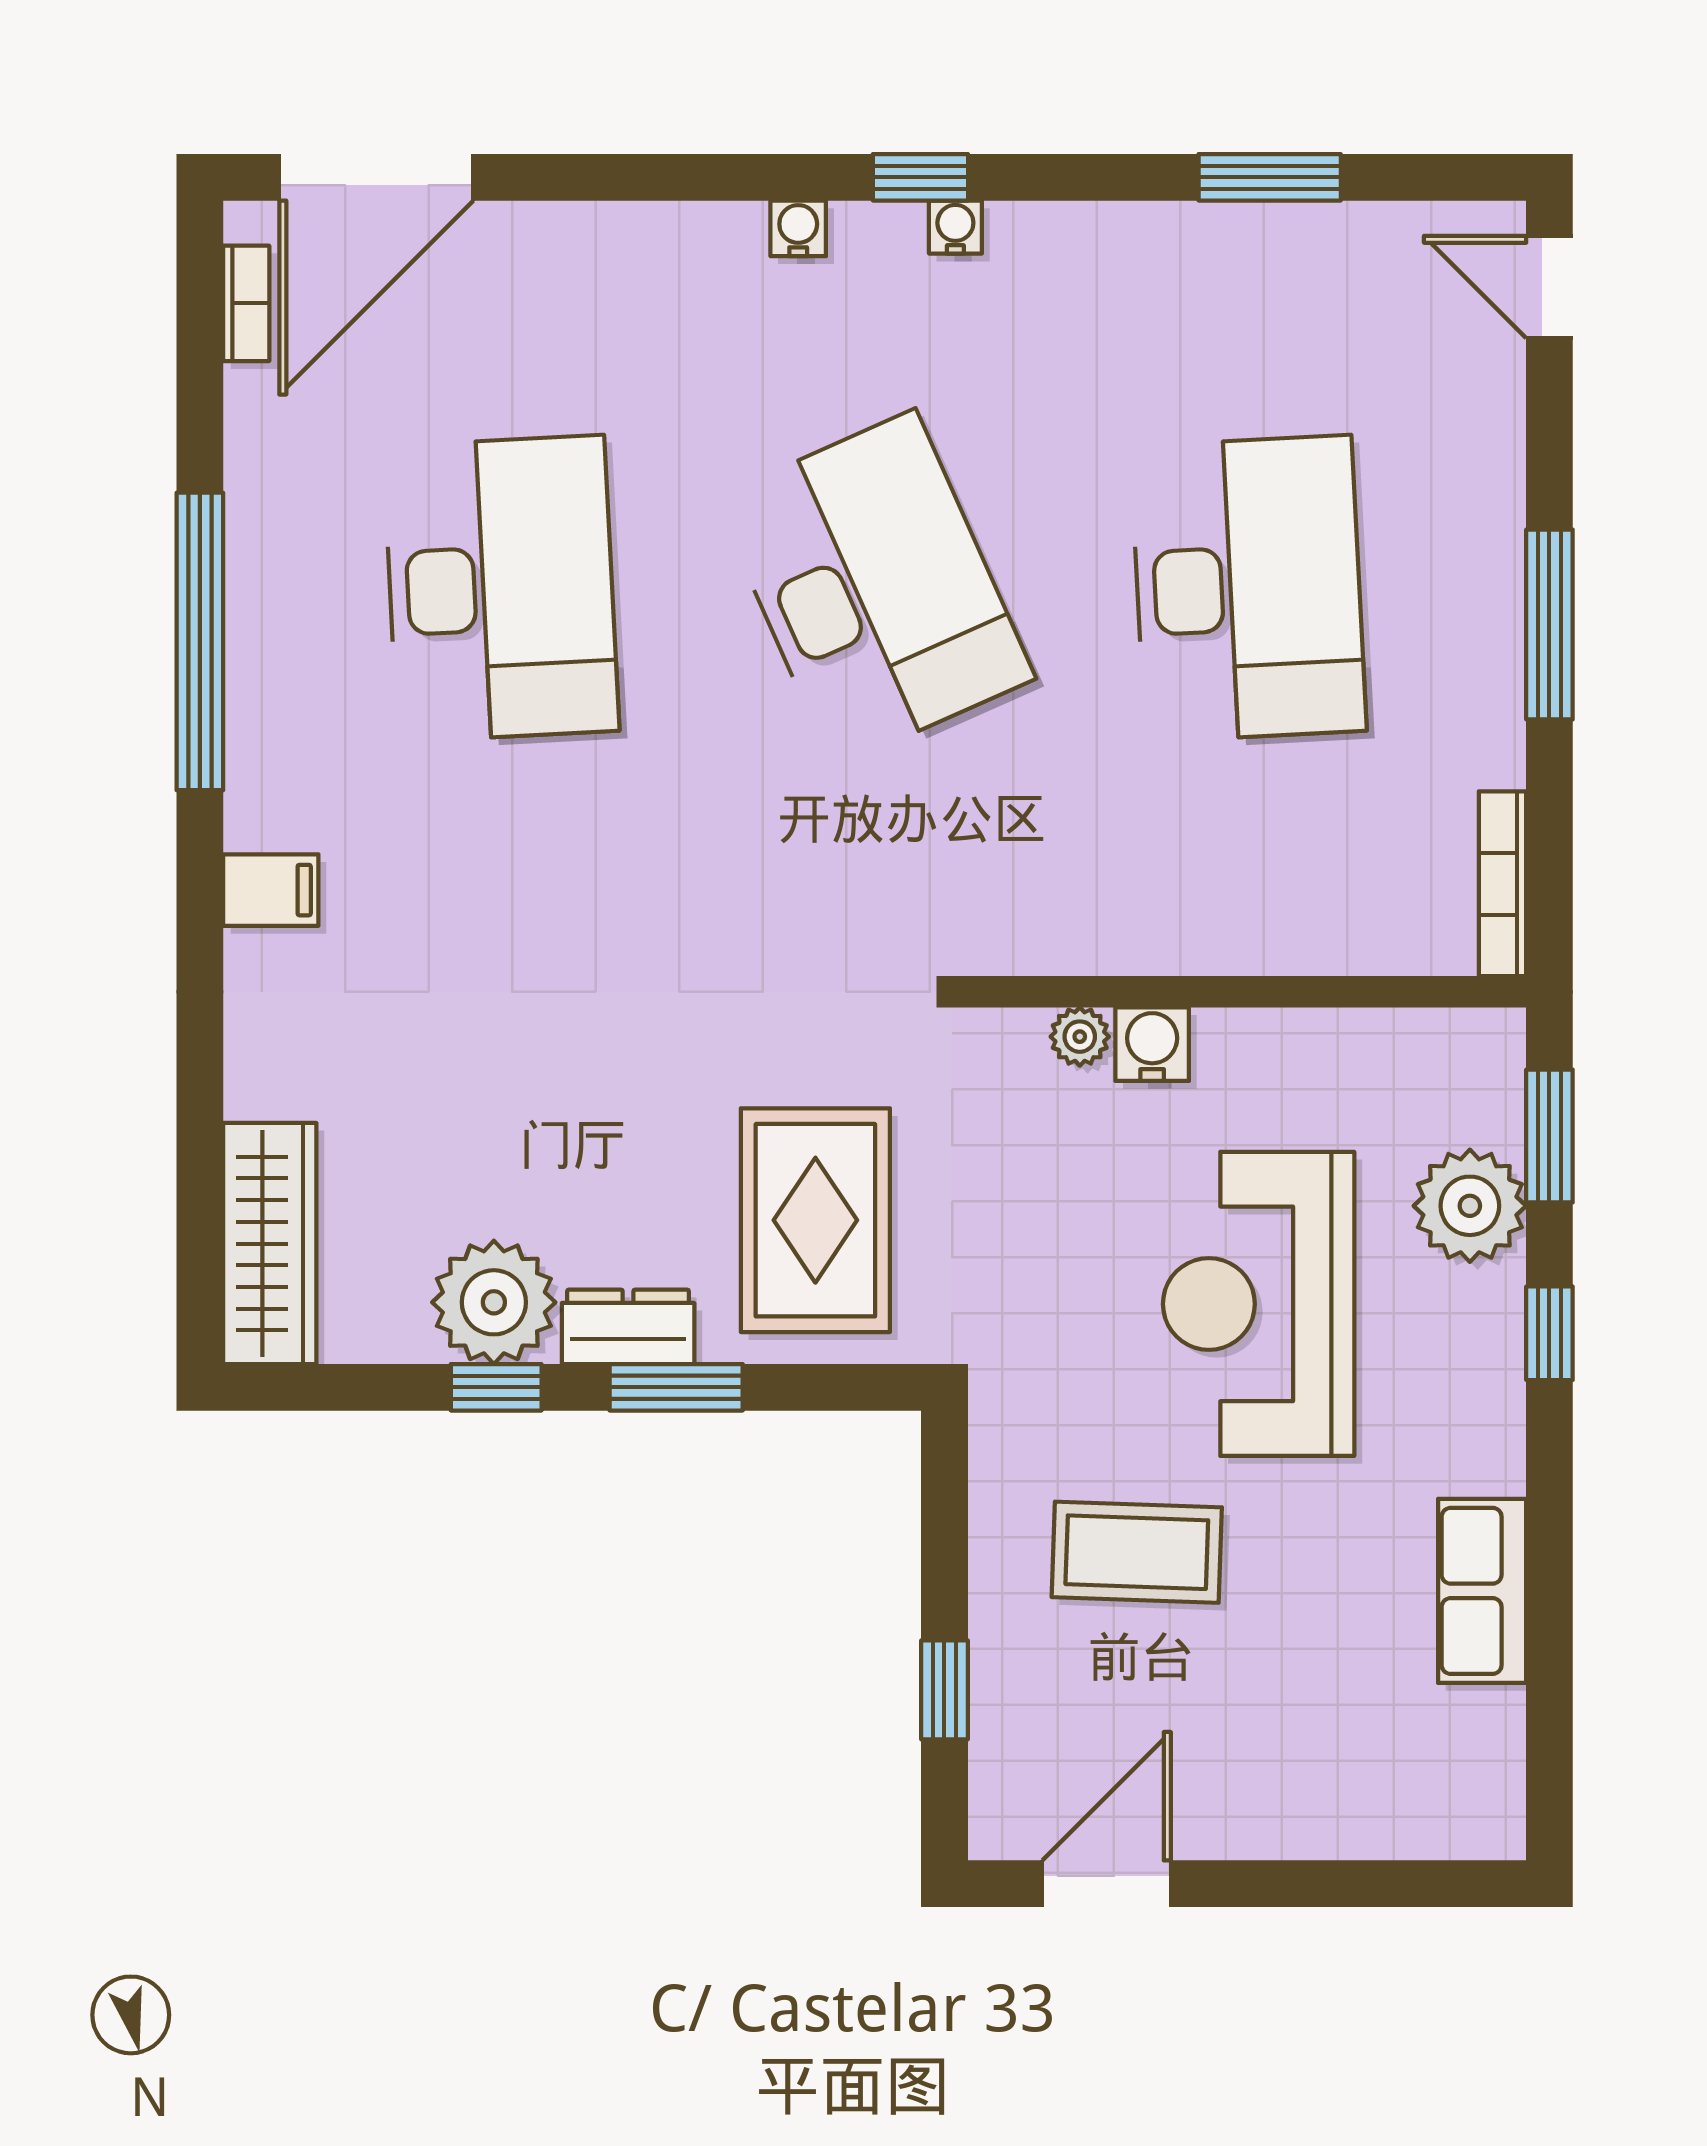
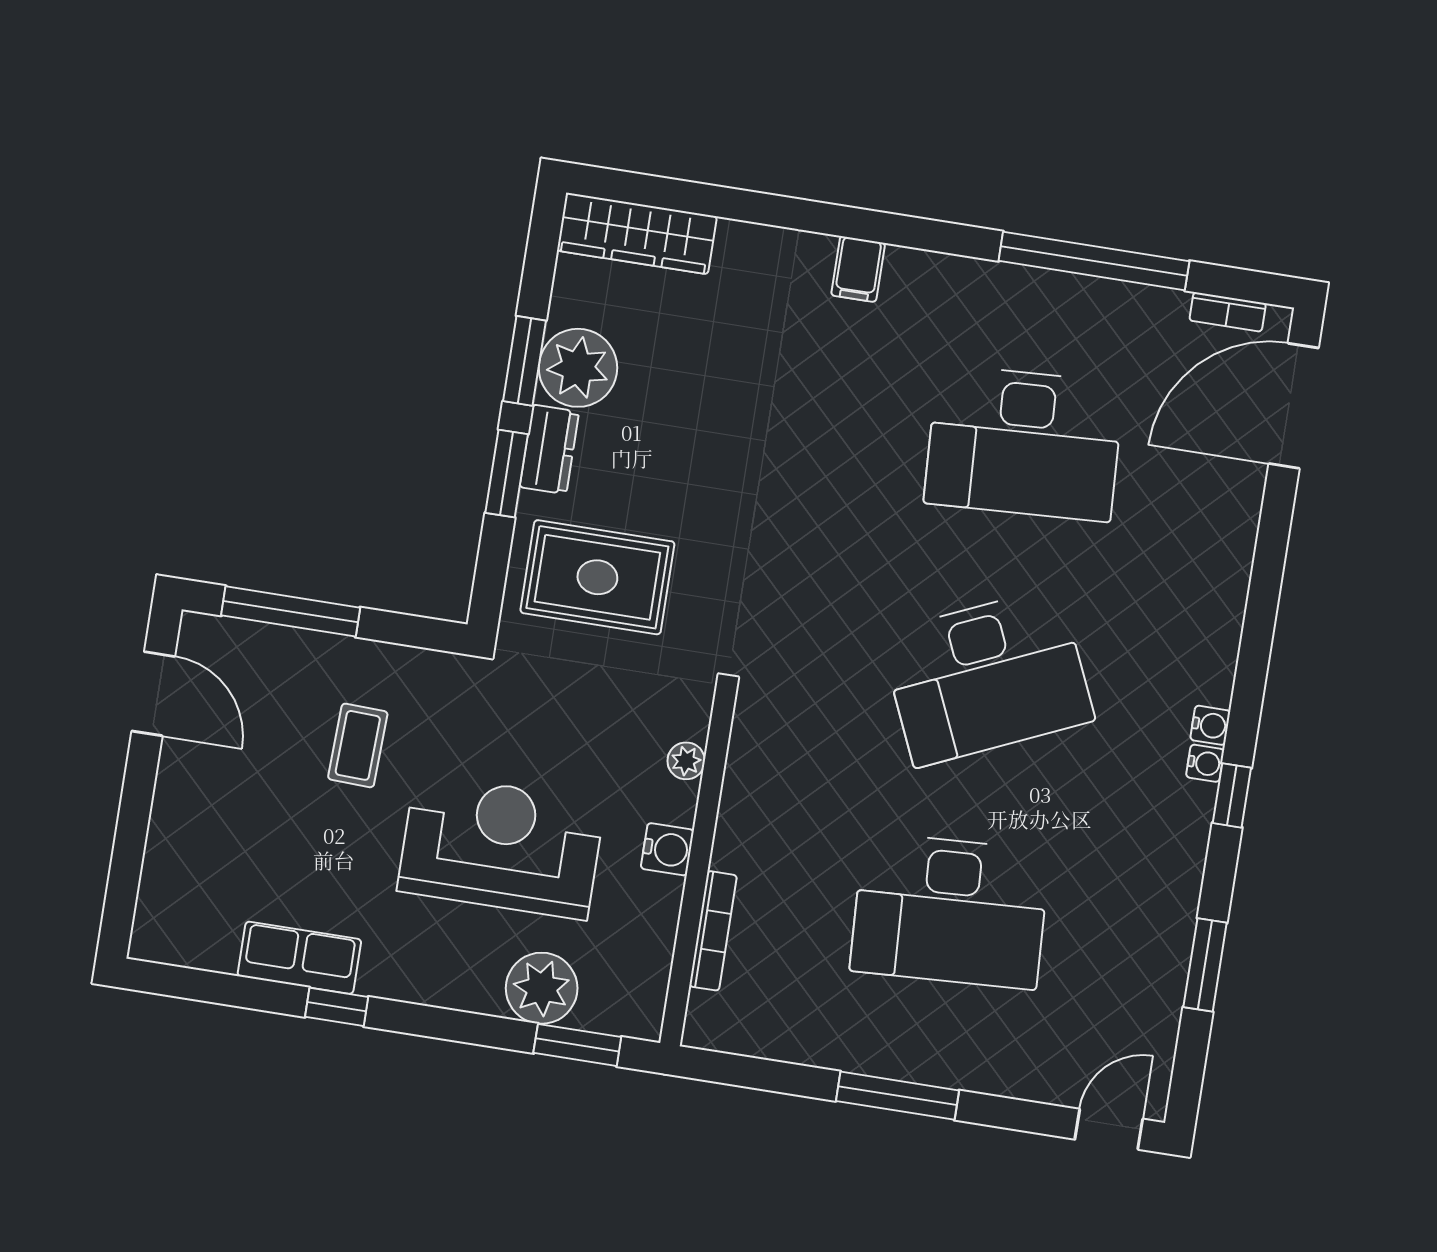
door: (376, 177) -> (1294, 406), hinge flipped
window: (920, 177) -> (1232, 795), moved
water cooler: (798, 228) -> (1210, 725), moved
window: (200, 641) -> (1094, 261), moved
bookcase: (1503, 884) -> (713, 931), moved, turned 90
water cooler: (1152, 1044) -> (667, 849), moved
window: (1549, 1333) -> (337, 1007), moved
window: (496, 1387) -> (524, 361), width x1.50
coffee table: (1137, 1552) -> (358, 745), width x0.73, depth x0.77
window: (944, 1690) -> (291, 611), width x2.17

